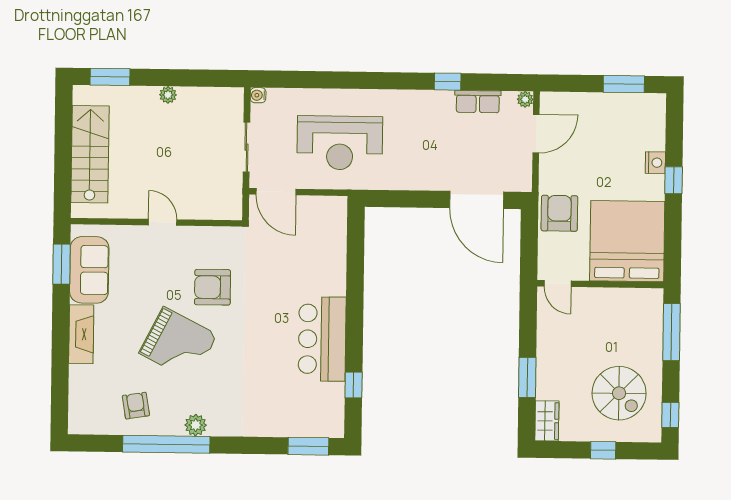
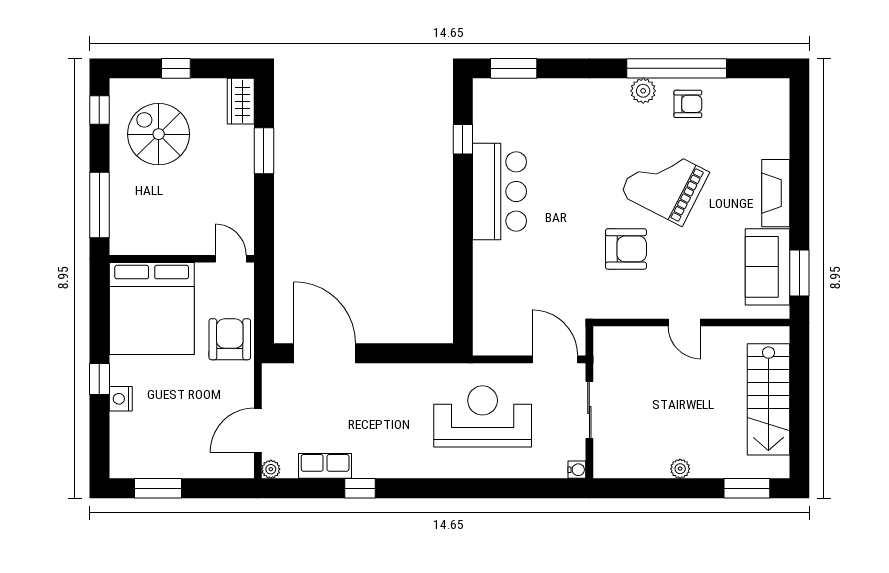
armchair: (559, 213) -> (230, 339), turned 180
armchair: (136, 406) -> (688, 104), moved, turned -81

